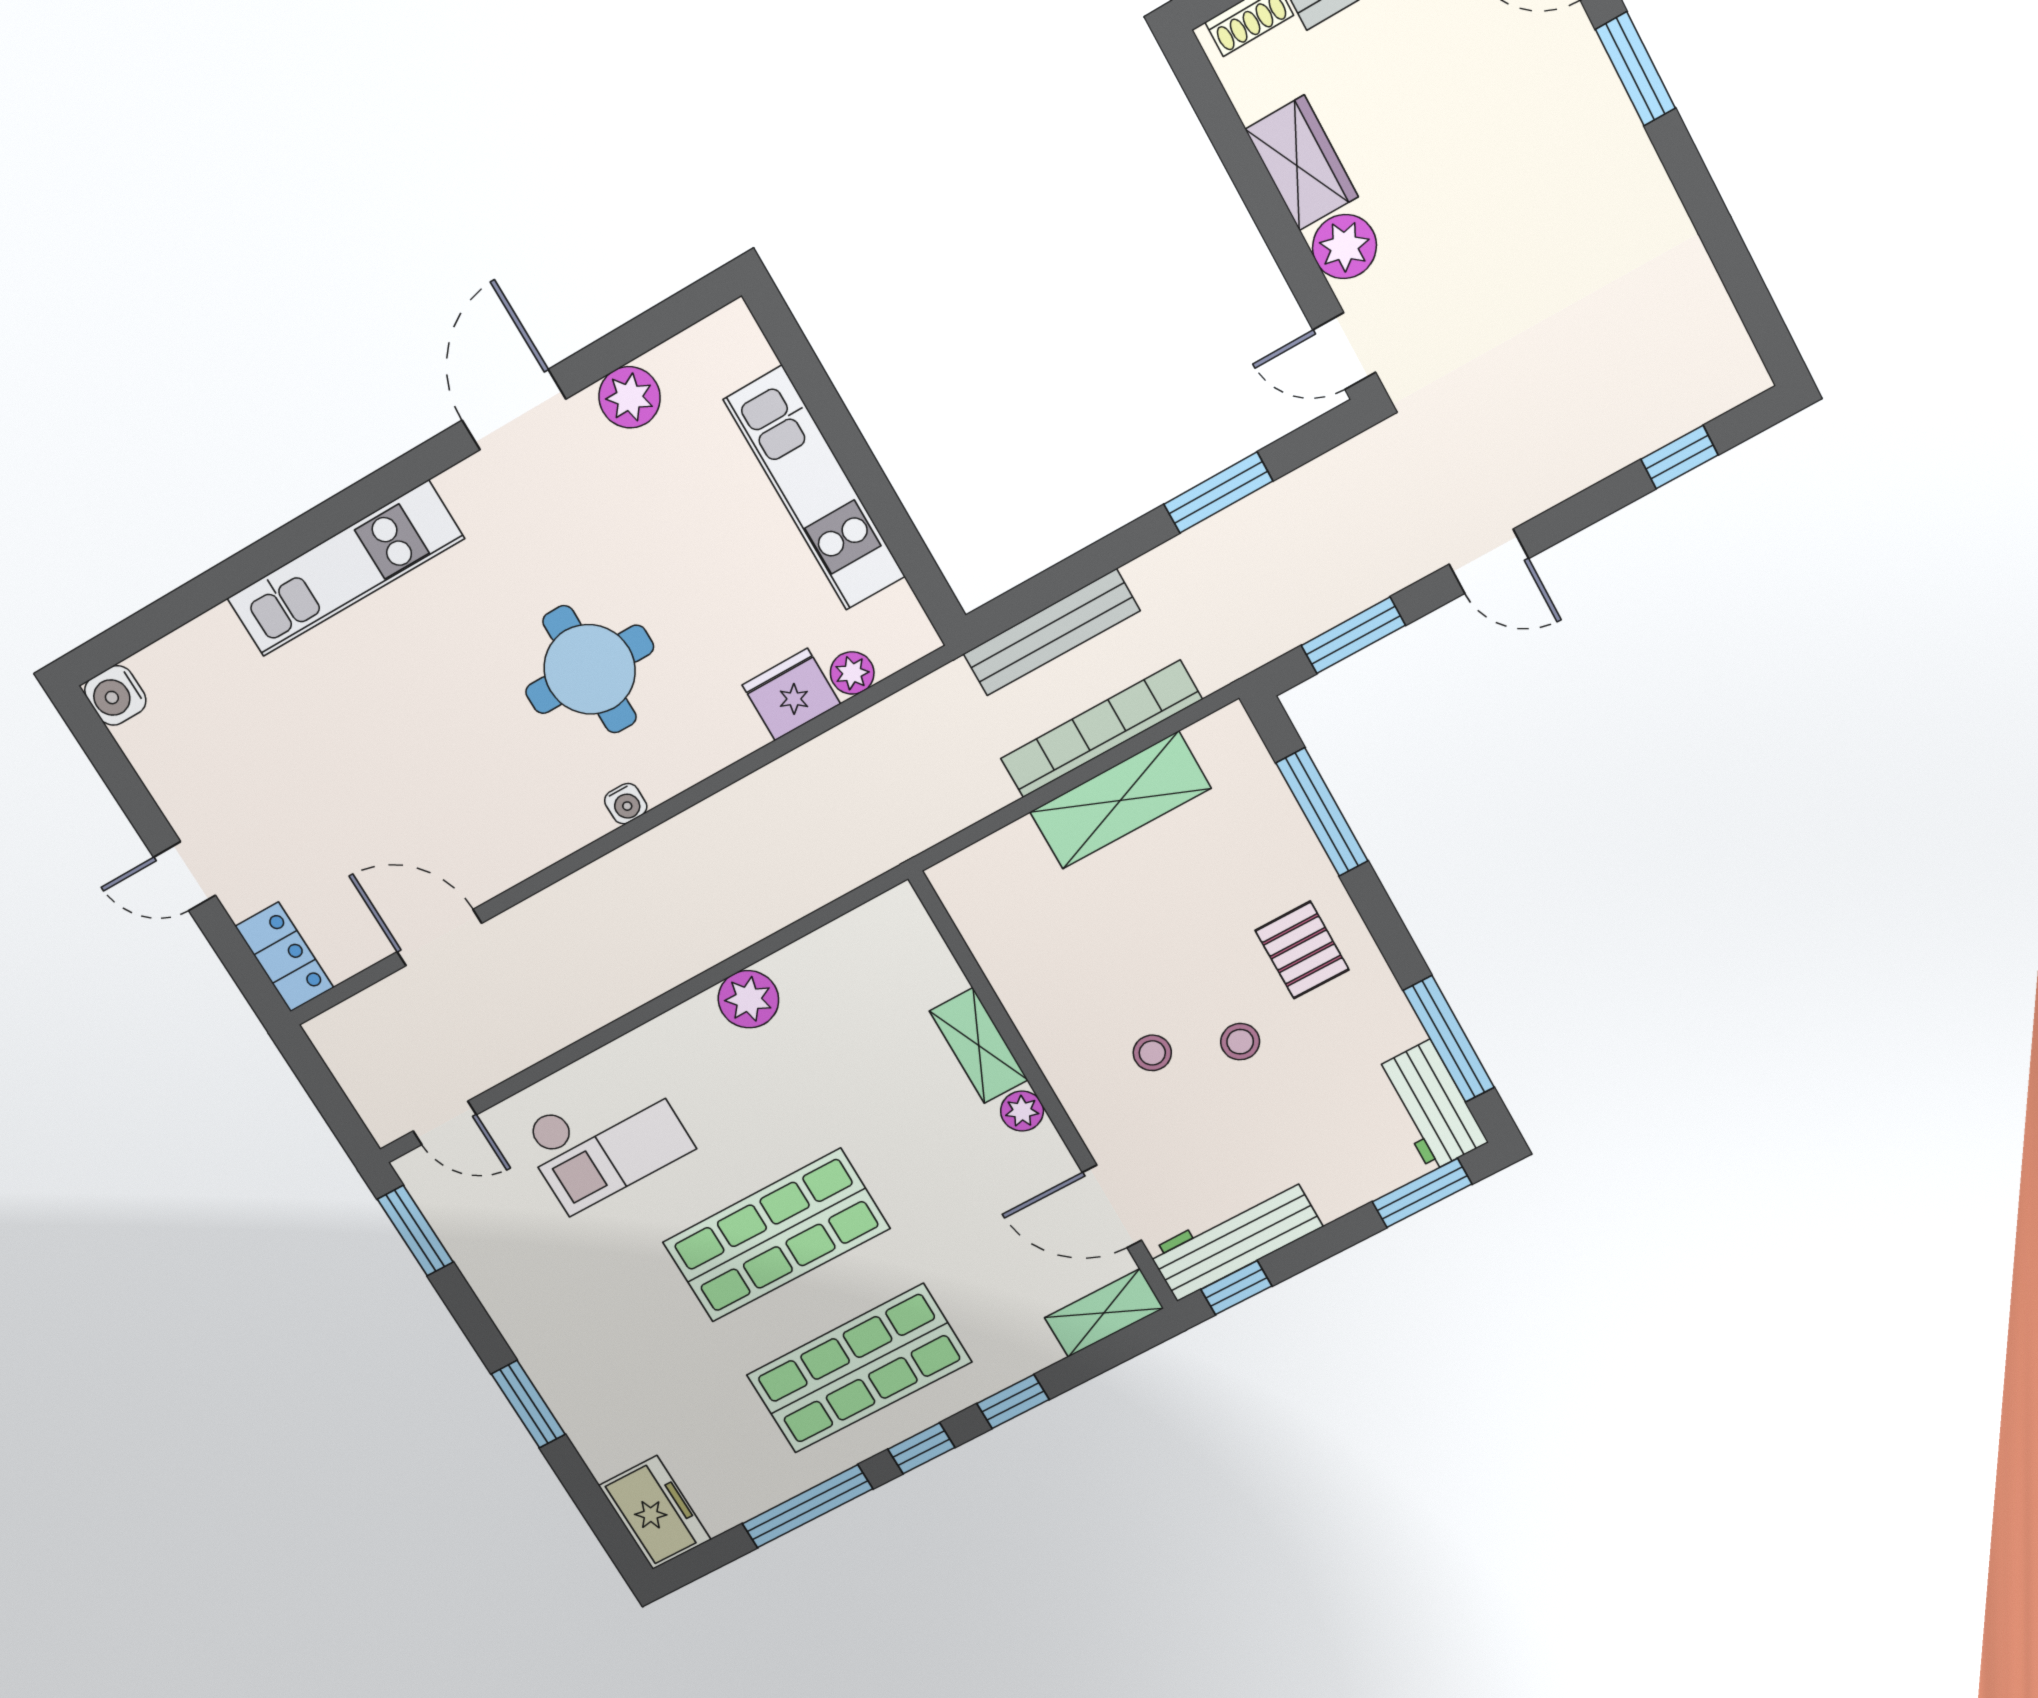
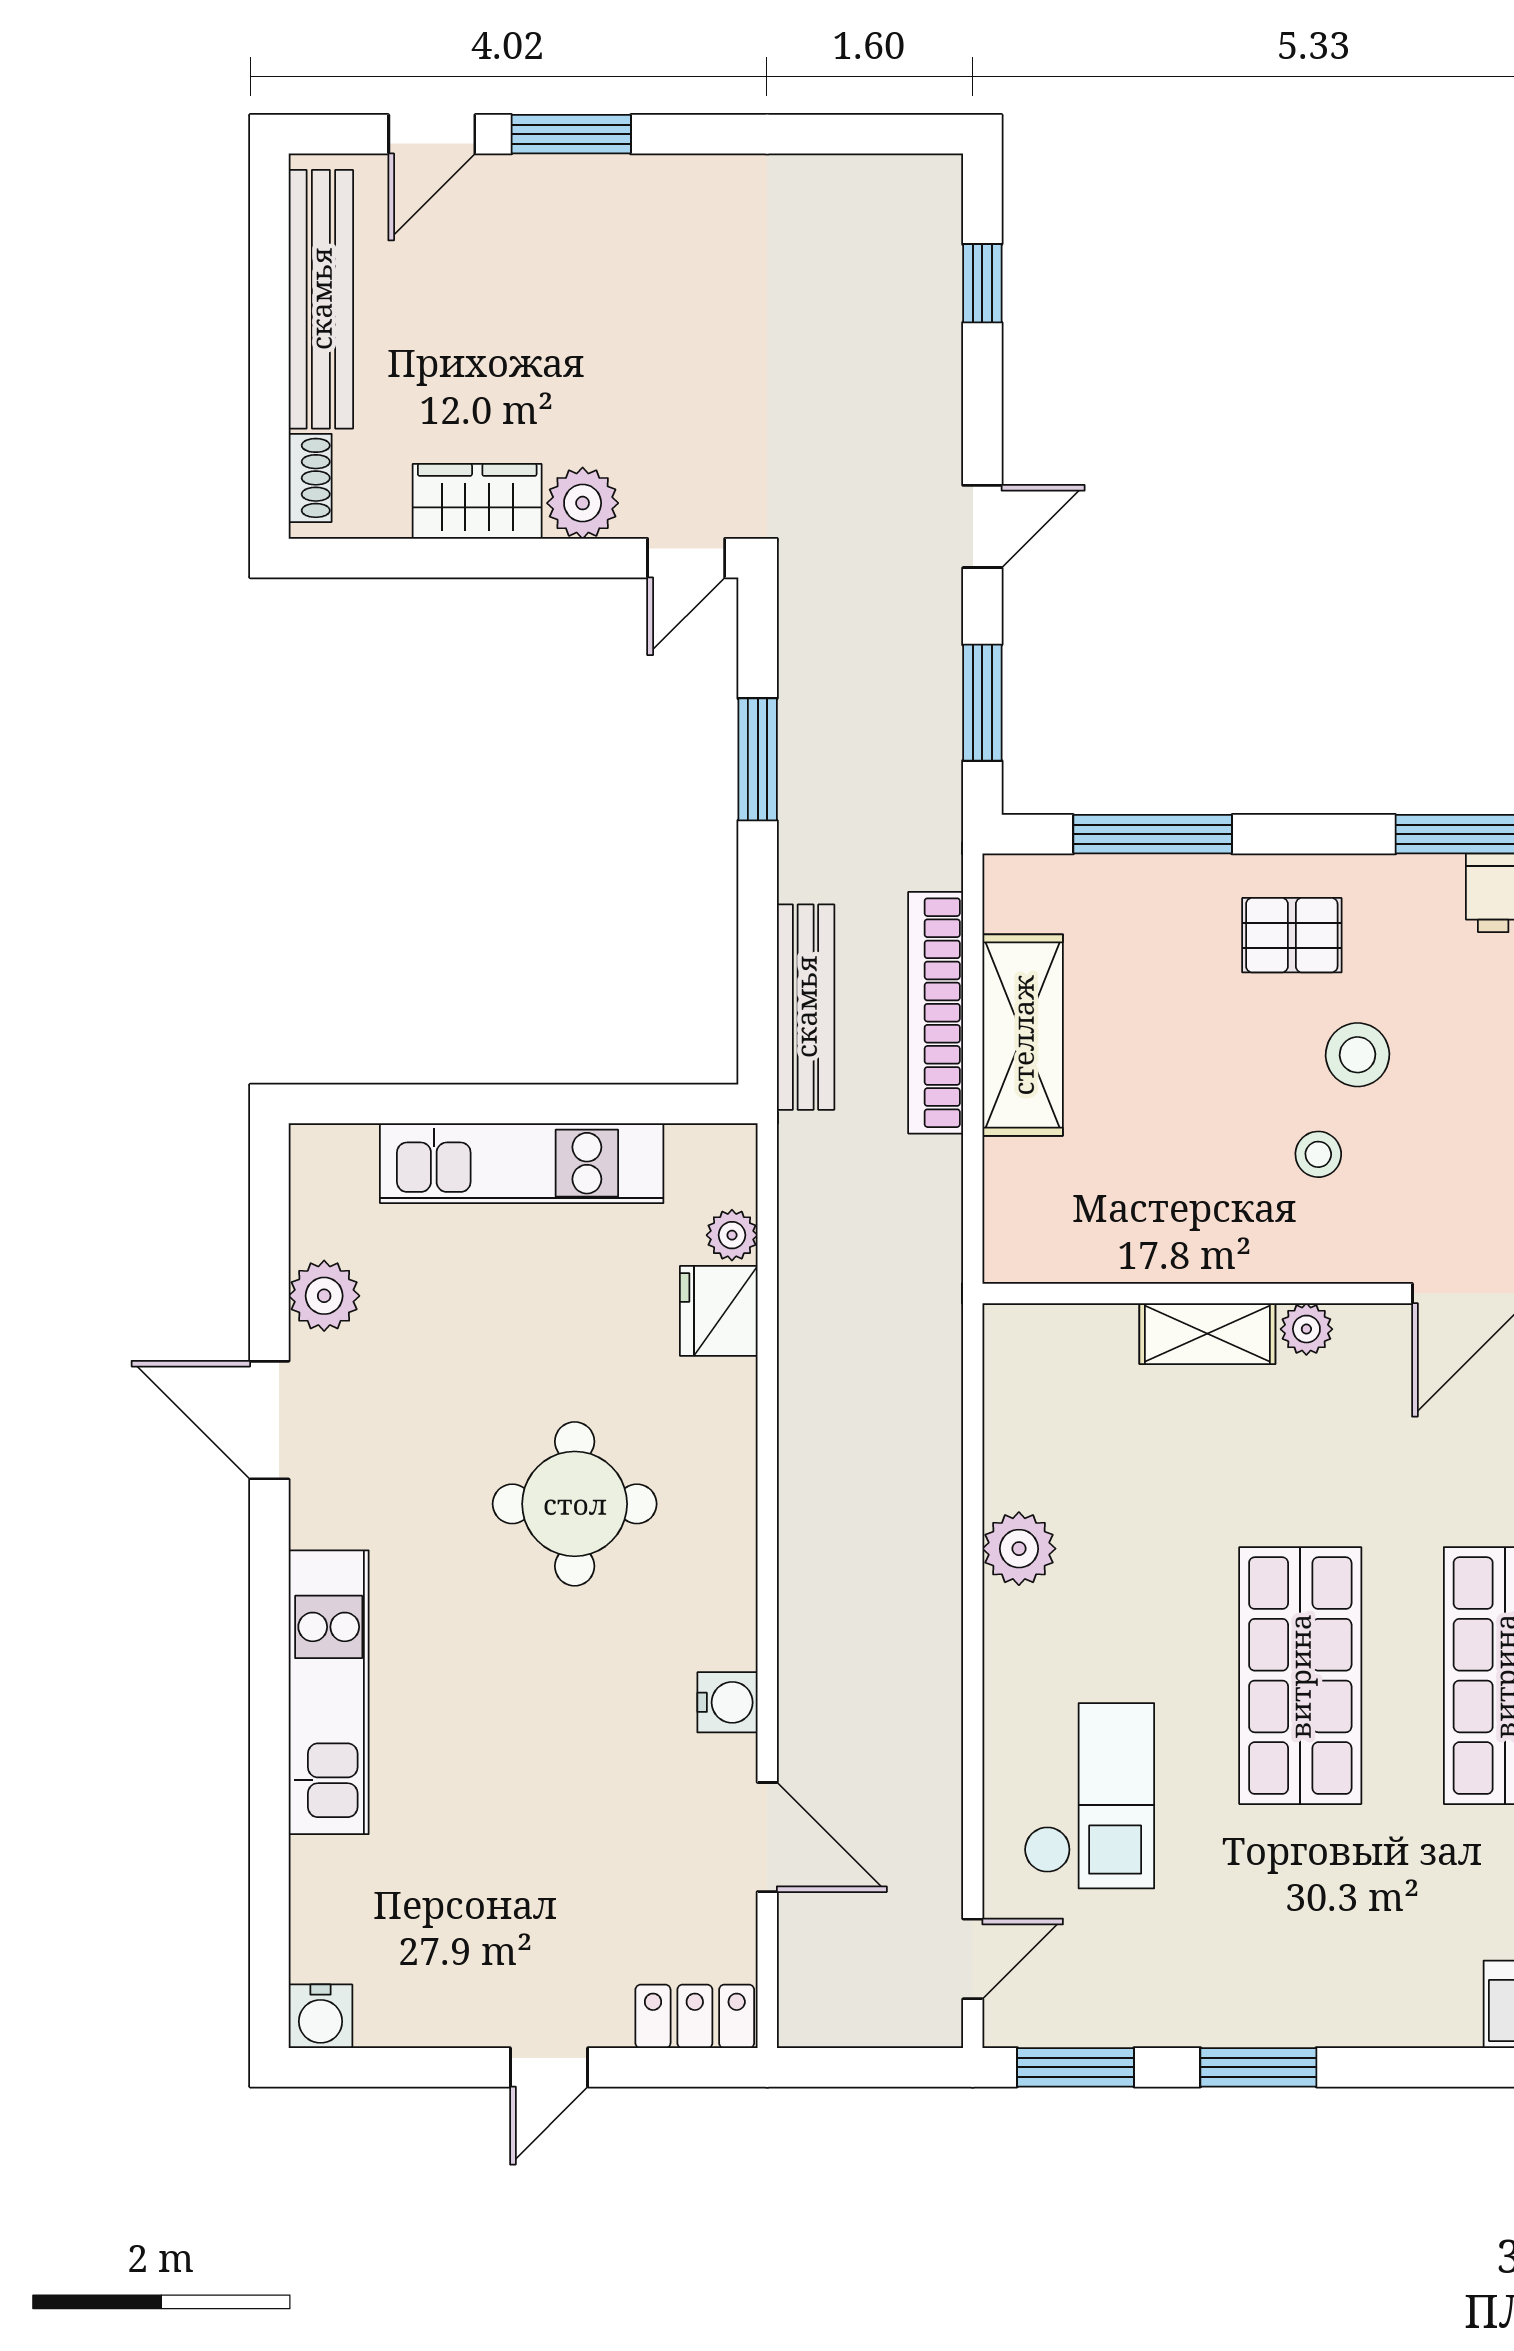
water cooler: (626, 804) -> (727, 1702), moved, width x1.38, depth x1.38
door: (439, 937) -> (767, 1837), swing flipped
stool: (1240, 1042) -> (1358, 1055), width x1.37, depth x1.37
window: (528, 1404) -> (1258, 2067), moved

